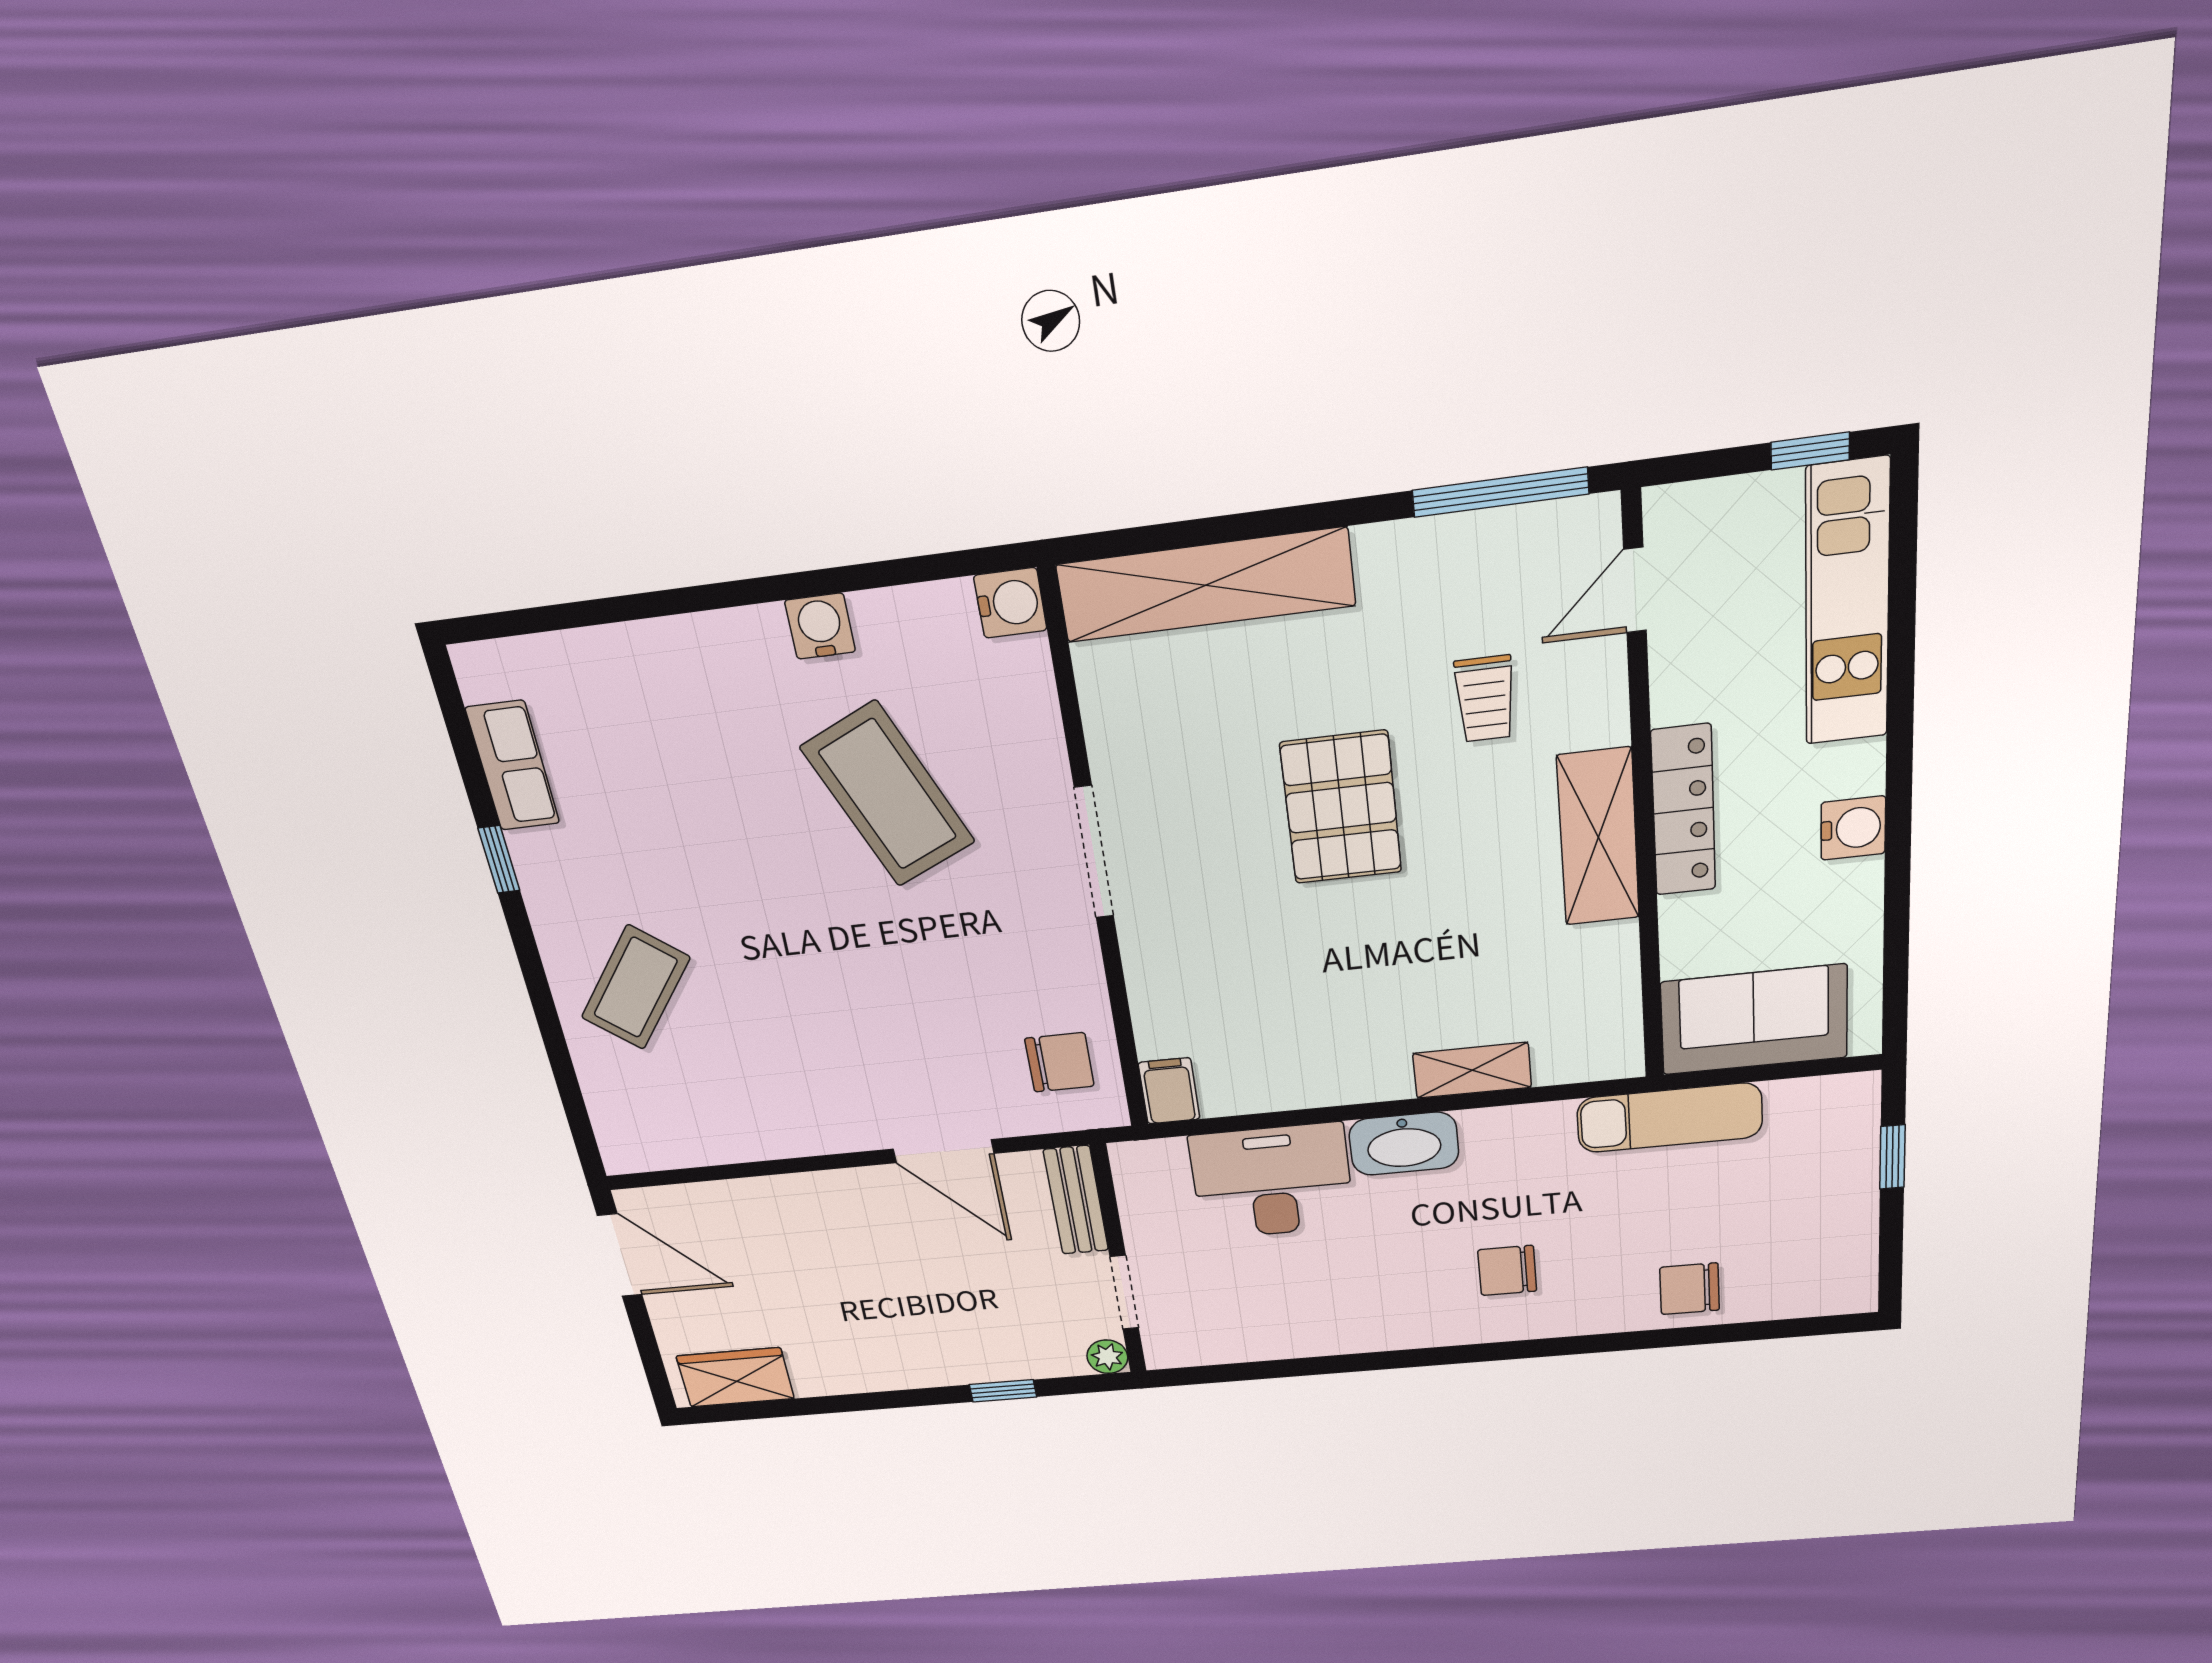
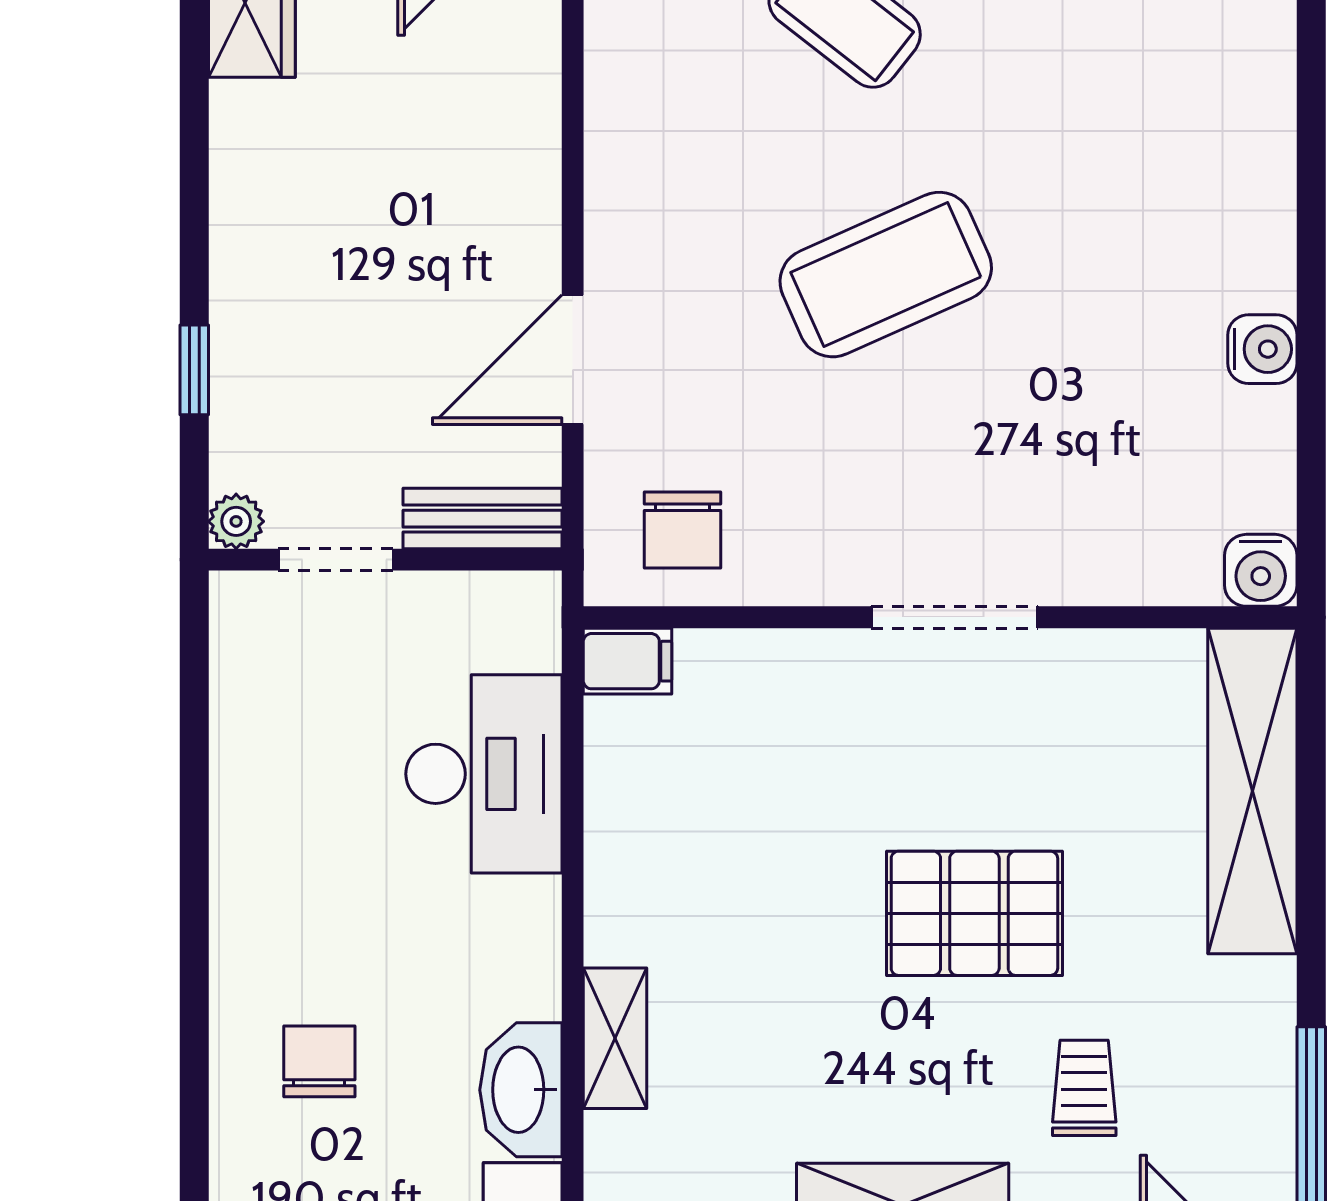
trolley: (1485, 699) -> (1084, 1088), turned 90
coffee table: (888, 794) -> (886, 275), moved
washbasin: (1404, 1144) -> (521, 1090), moved

